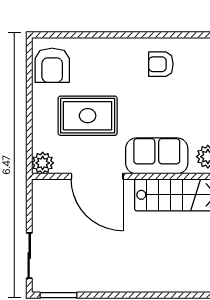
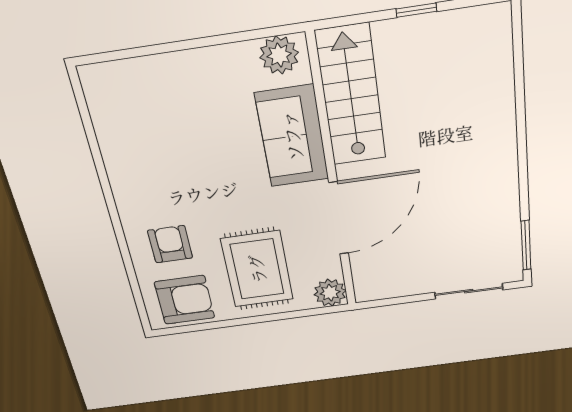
armchair: (161, 64) -> (170, 244), moved, turned 180
rug: (88, 116) -> (257, 269), moved

